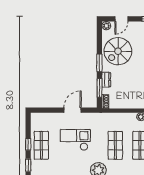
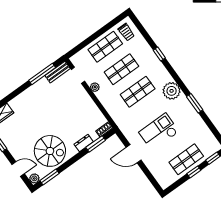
window: (99, 63) -> (49, 177), moved
checkout: (75, 140) -> (159, 132), turned 90

